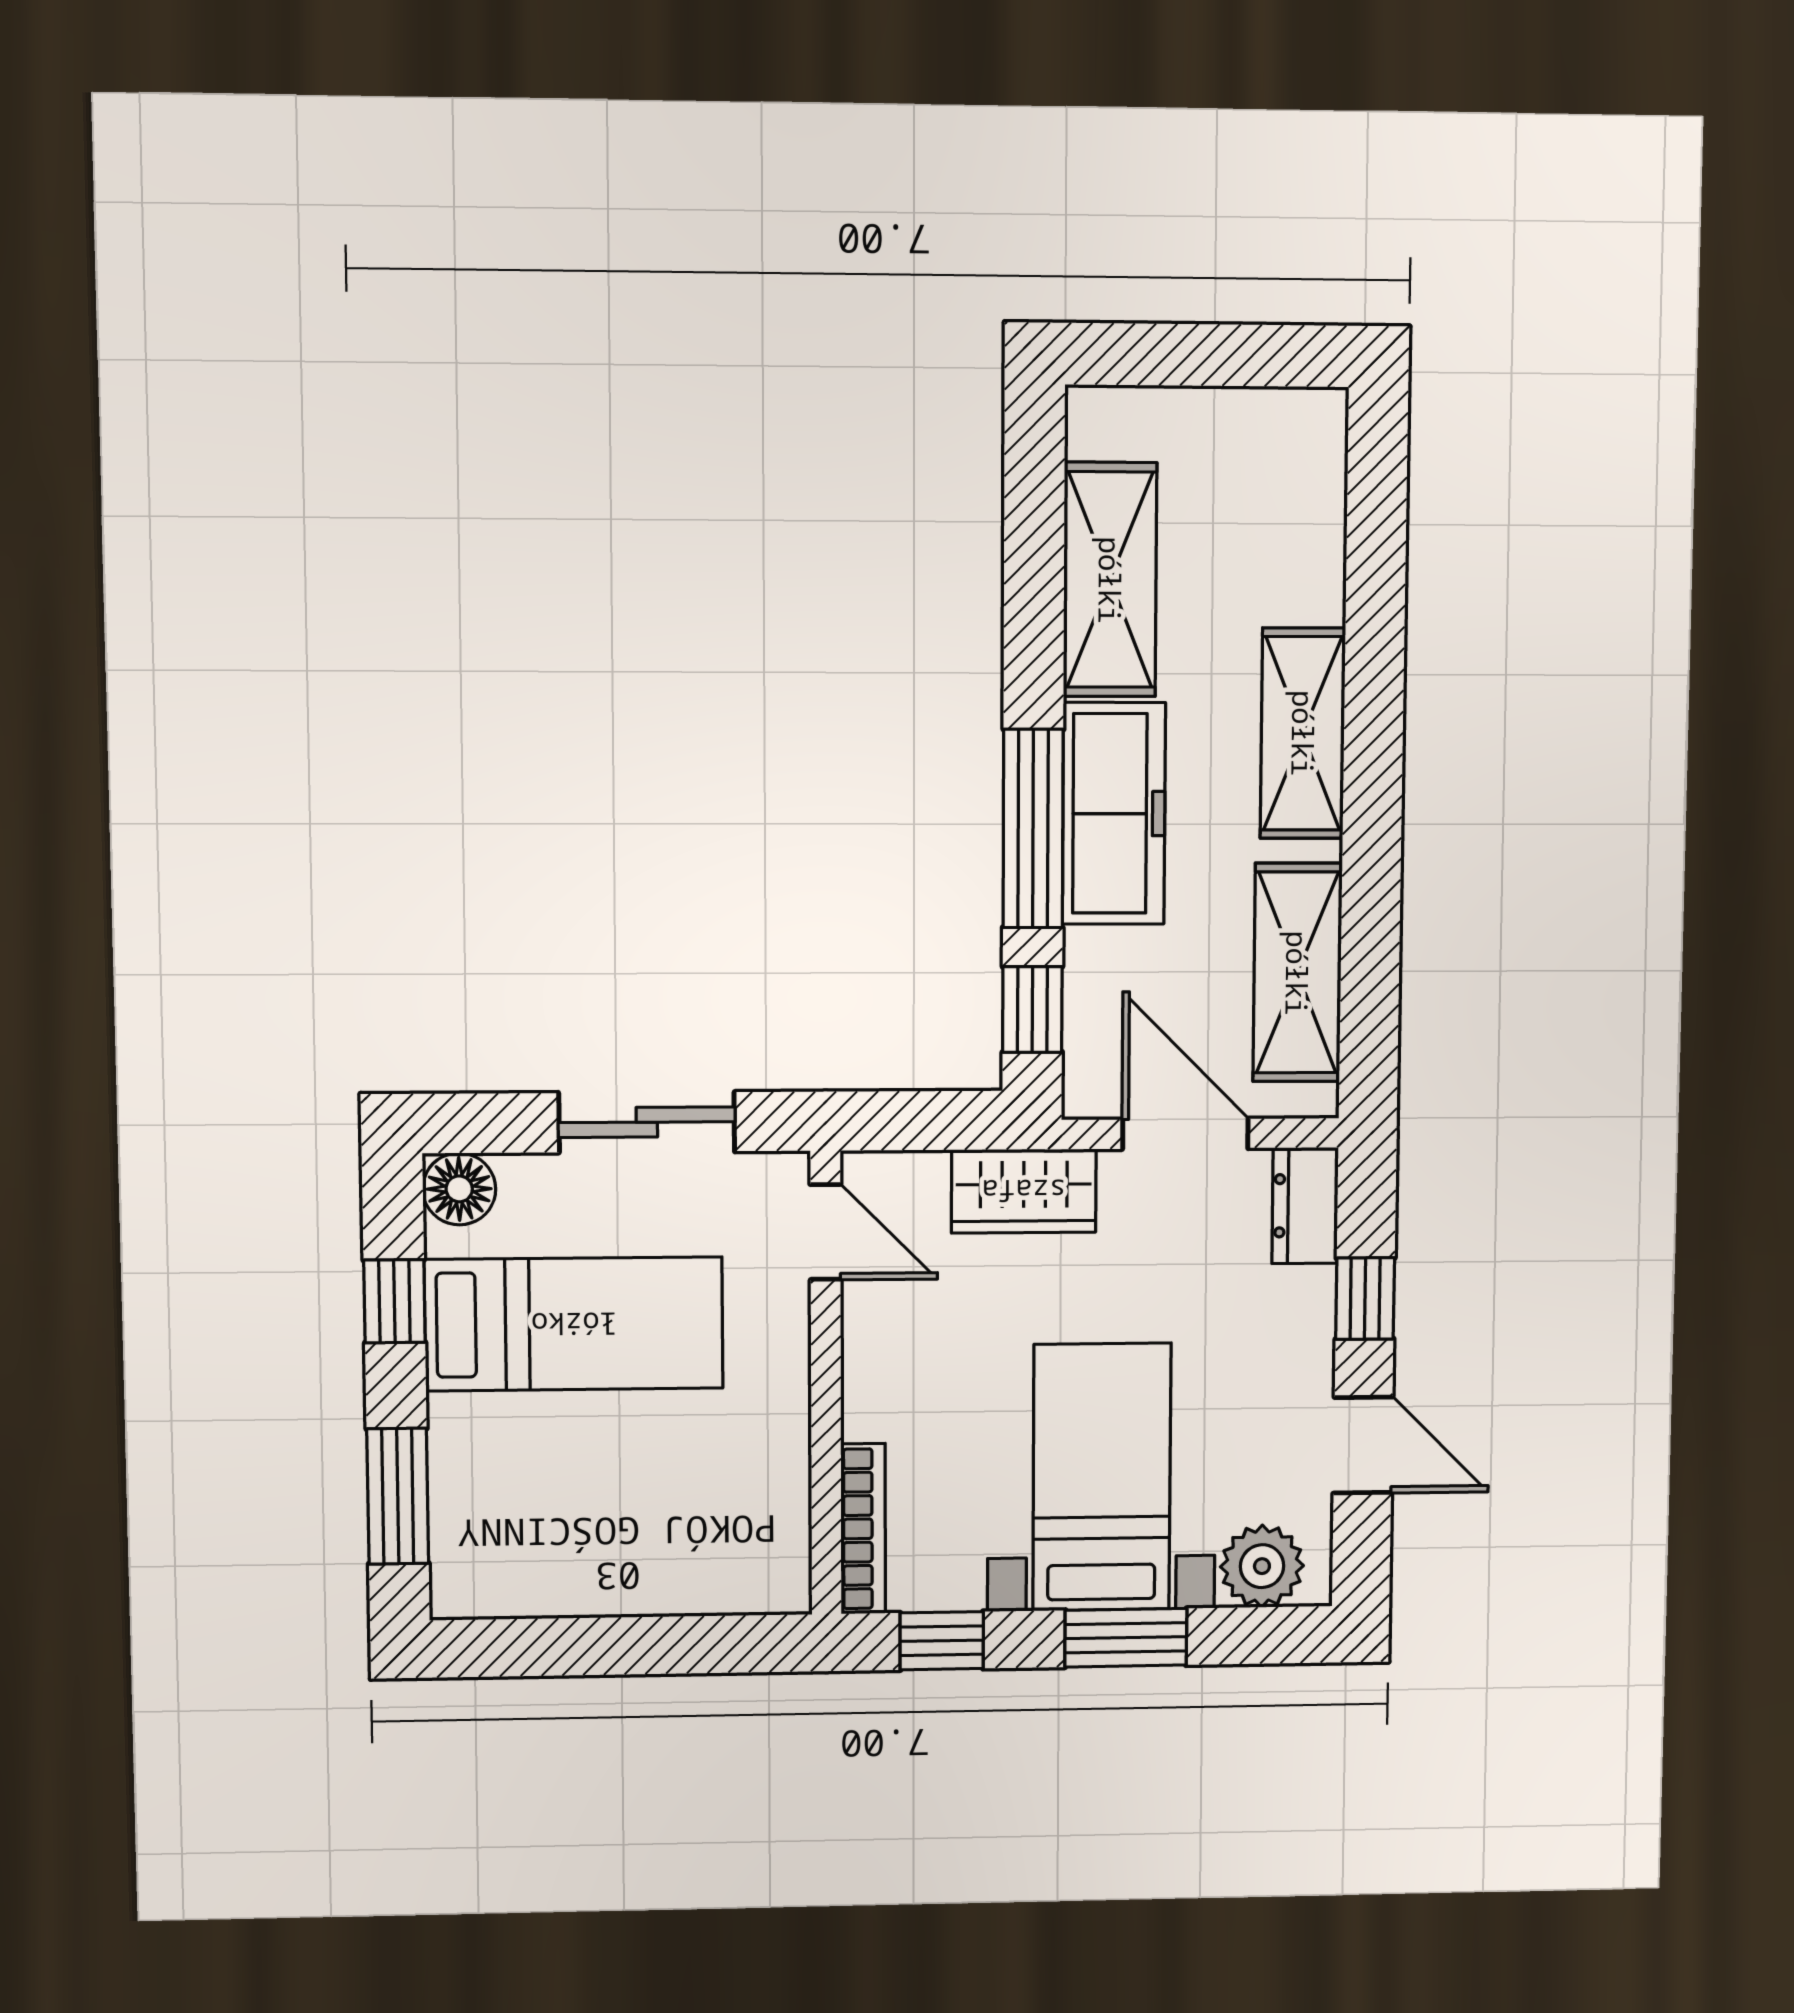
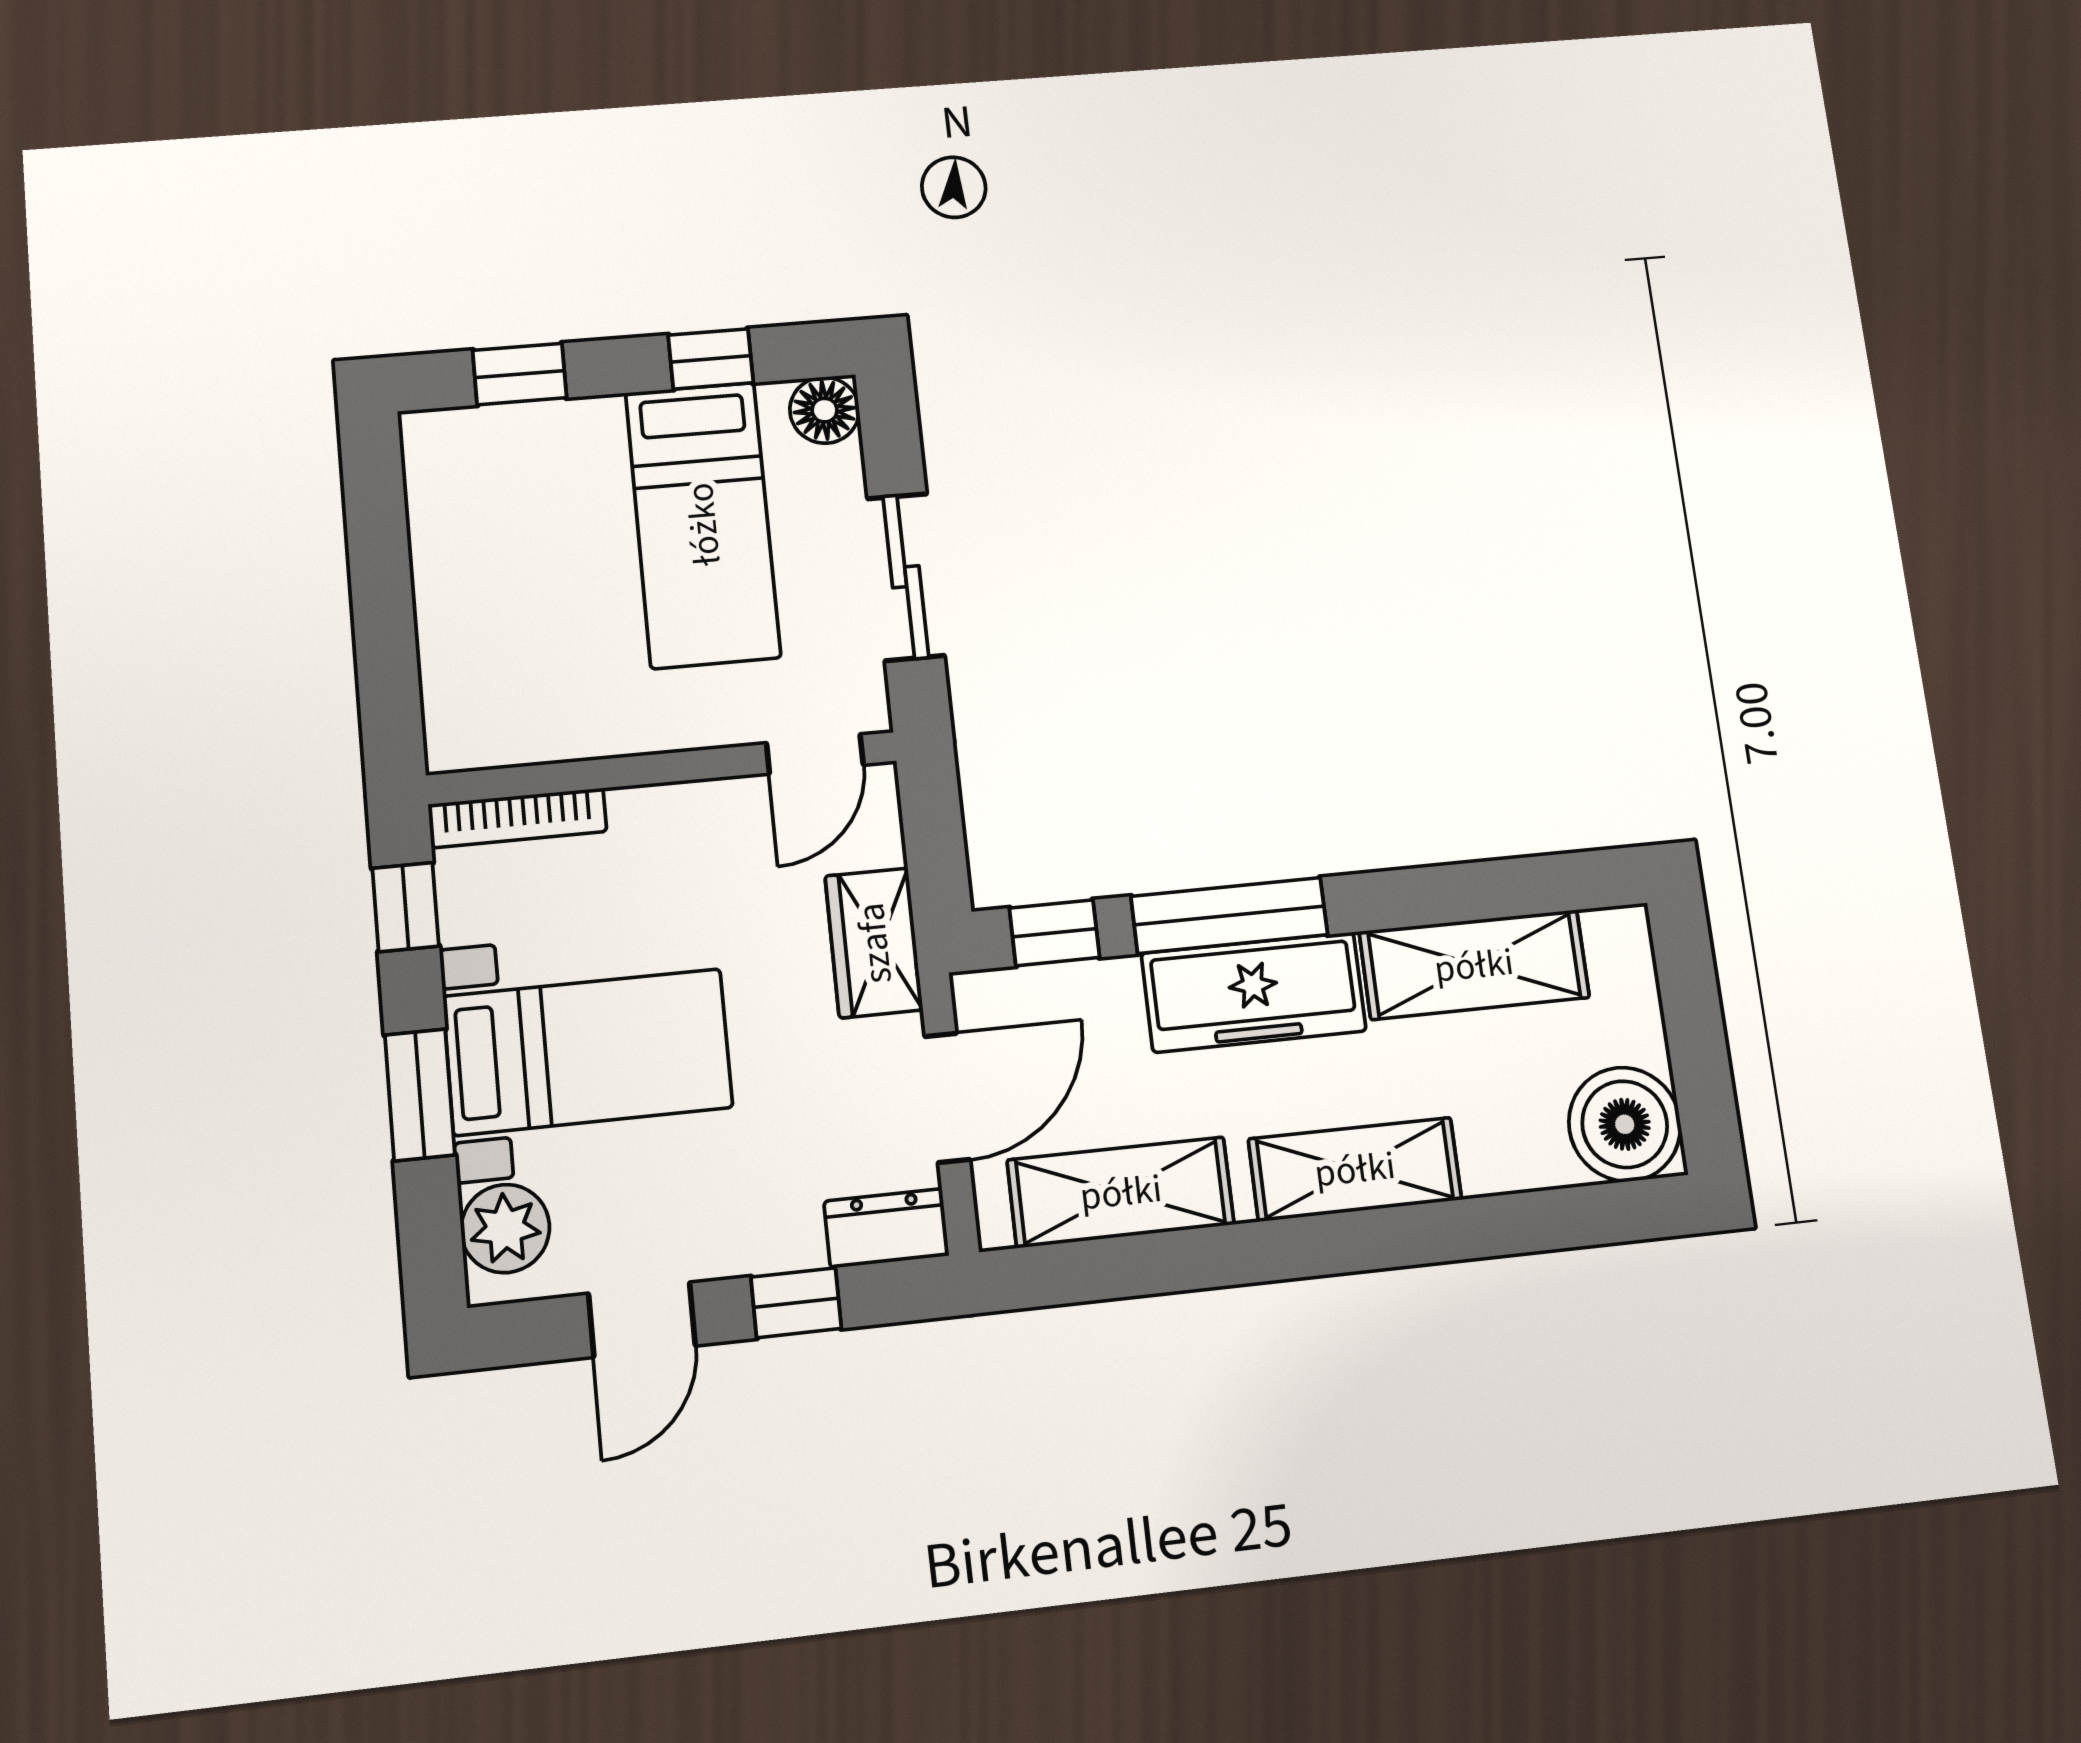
boiler: (1290, 446) -> (1625, 1124), added
window: (398, 1496) -> (520, 374), width x0.67

